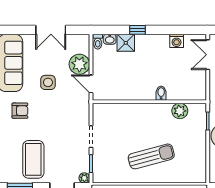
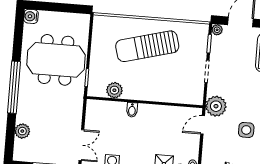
plant: (79, 64) -> (216, 106), moved
door: (91, 84) -> (203, 125), swing flipped
sun lounger: (151, 156) -> (147, 46), width x1.36, depth x1.34

